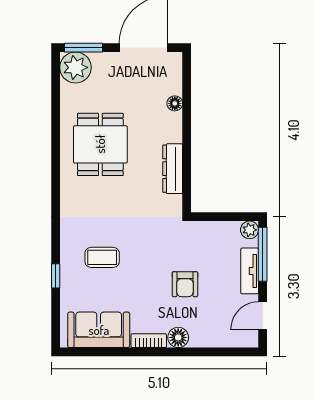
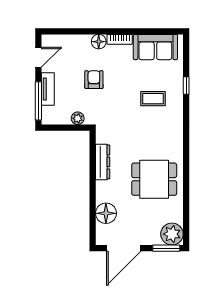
floor lamp: (175, 103) -> (106, 213), width x1.89, depth x1.89
dining table: (100, 144) -> (154, 179), turned 90
plant: (250, 230) -> (78, 118), moved

